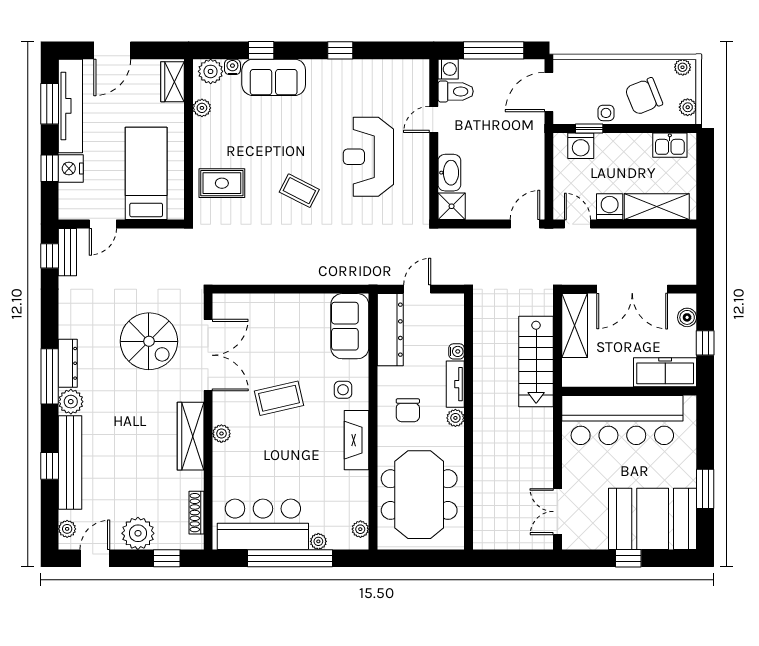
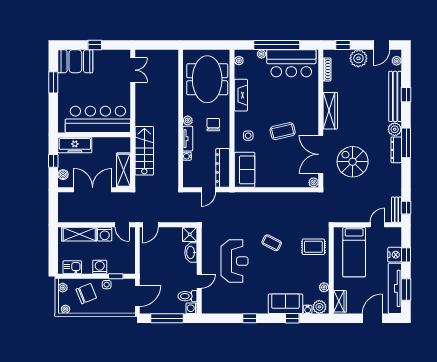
washing machine: (581, 146) -> (100, 267), moved
plant: (221, 434) -> (314, 182), moved
fireplace: (357, 440) -> (241, 95), moved
booth: (653, 519) -> (75, 61), width x0.73, depth x0.70

